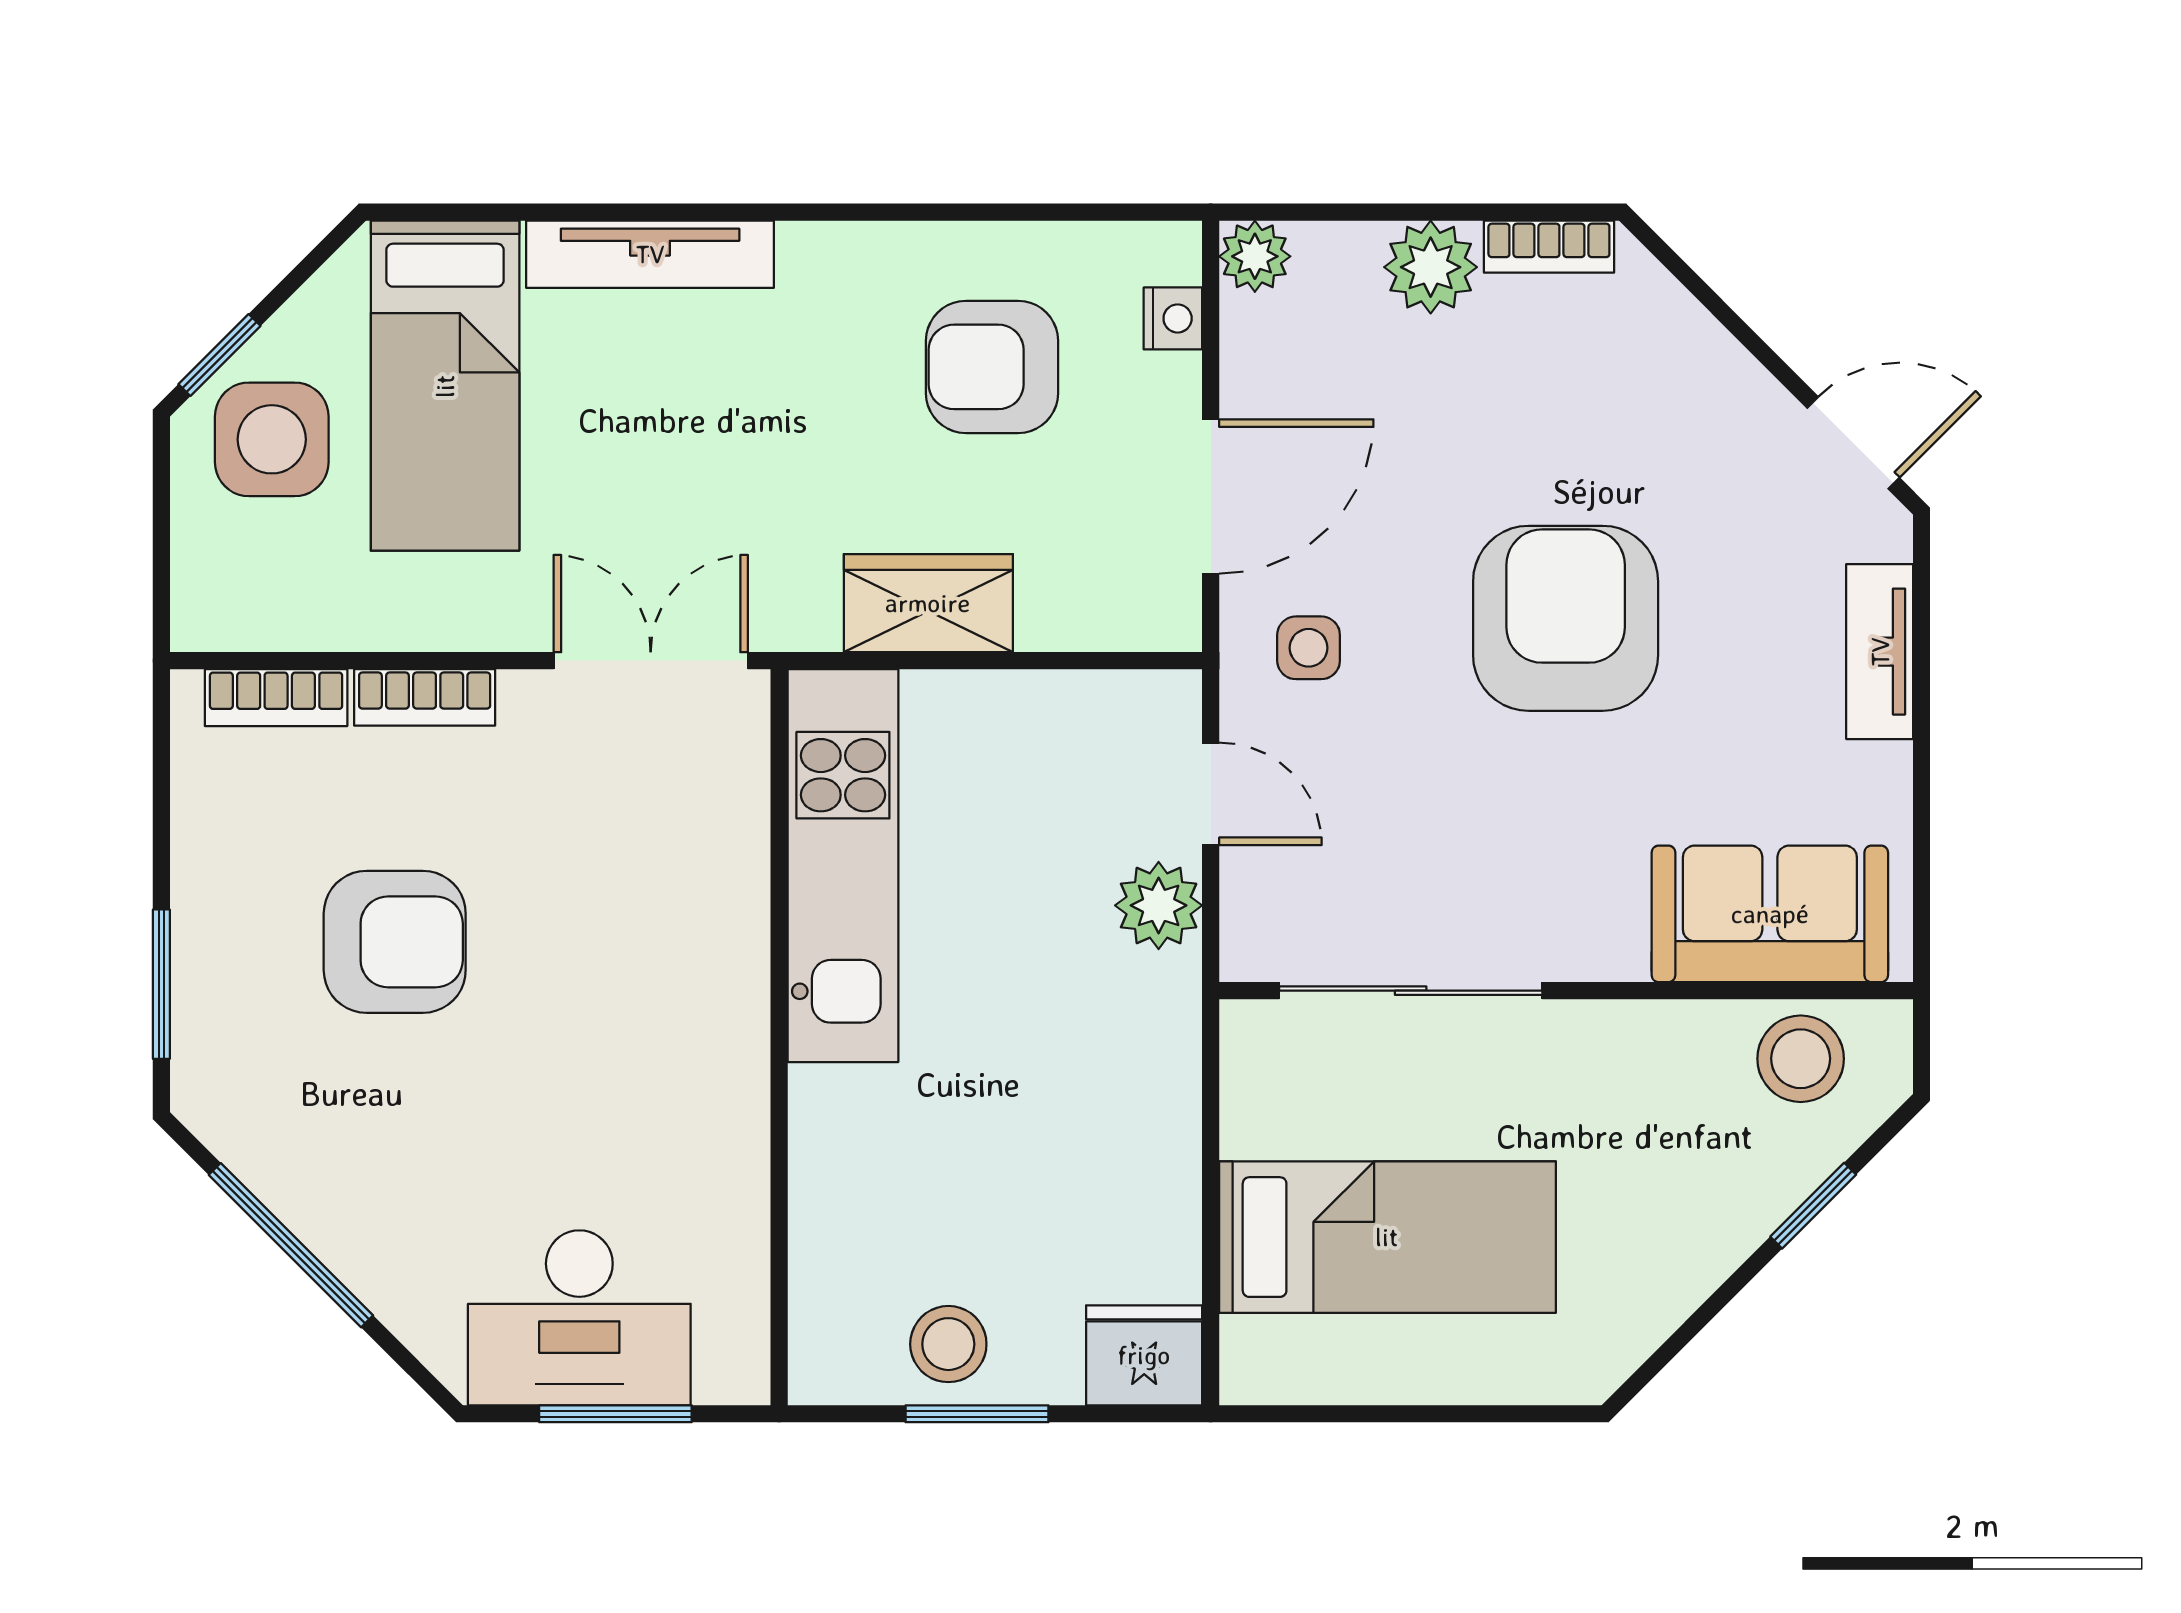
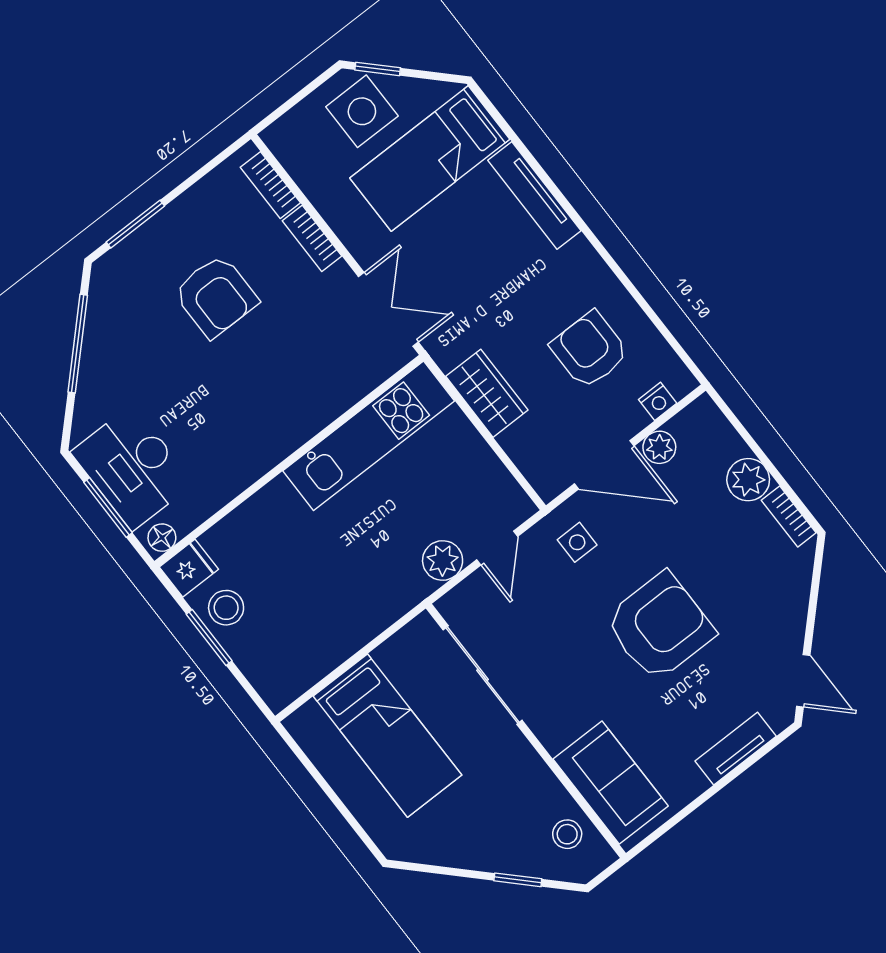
plant: (1255, 256) -> (659, 447), moved
stool: (1801, 1059) -> (567, 834), width x0.73, depth x0.73
fridge: (1144, 1355) -> (189, 568), moved, width x0.72
floor lamp: (740, 1361) -> (162, 538), added

